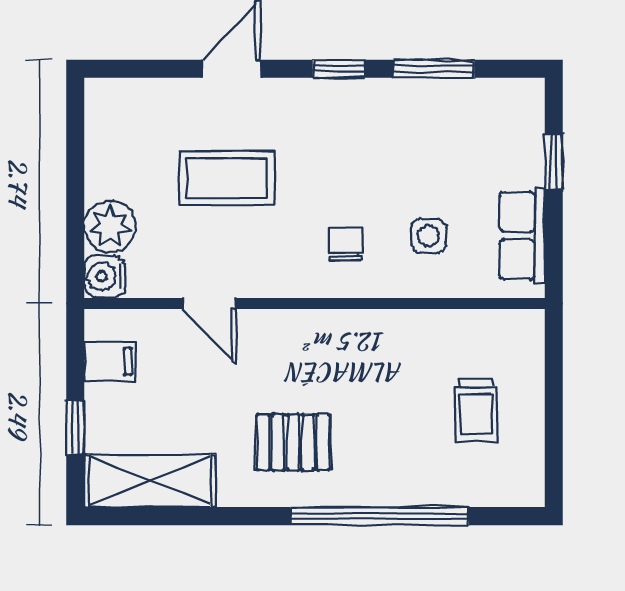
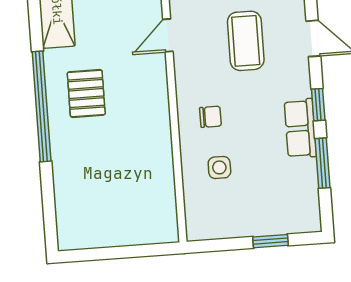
row of seats: (522, 235) -> (300, 128), moved, turned -90
trolley: (476, 410) -> (114, 205), removed
window: (379, 516) -> (42, 106), moved

